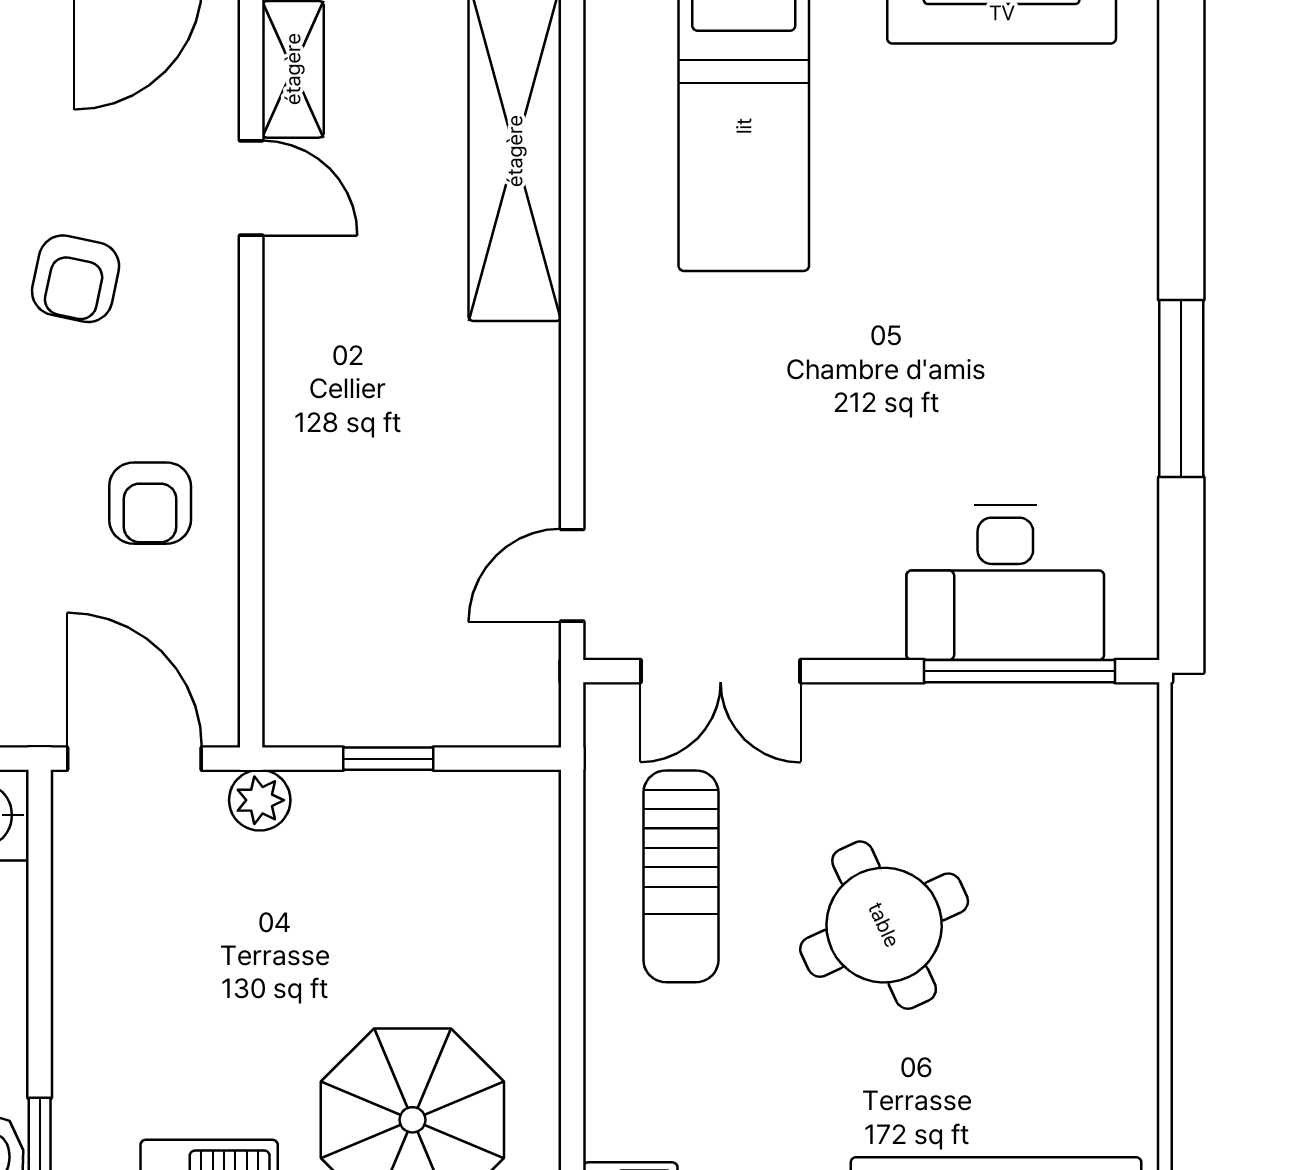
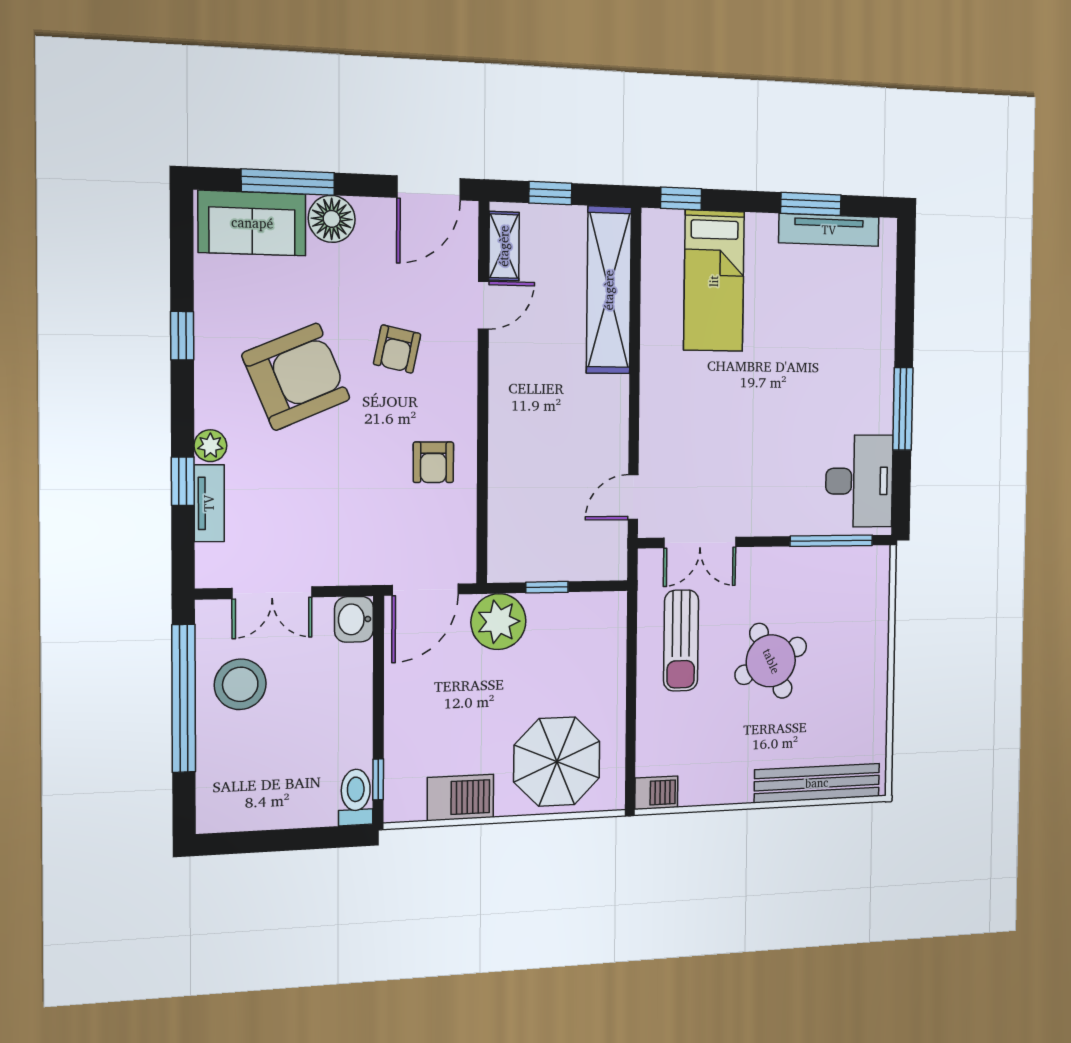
door: (251, 188) -> (483, 305), hinge flipped
desk: (1005, 583) -> (859, 481), moved, turned -90
door: (134, 759) -> (425, 590), swing flipped
plant: (260, 800) -> (498, 622), width x1.87, depth x1.87

